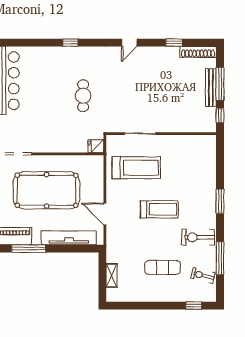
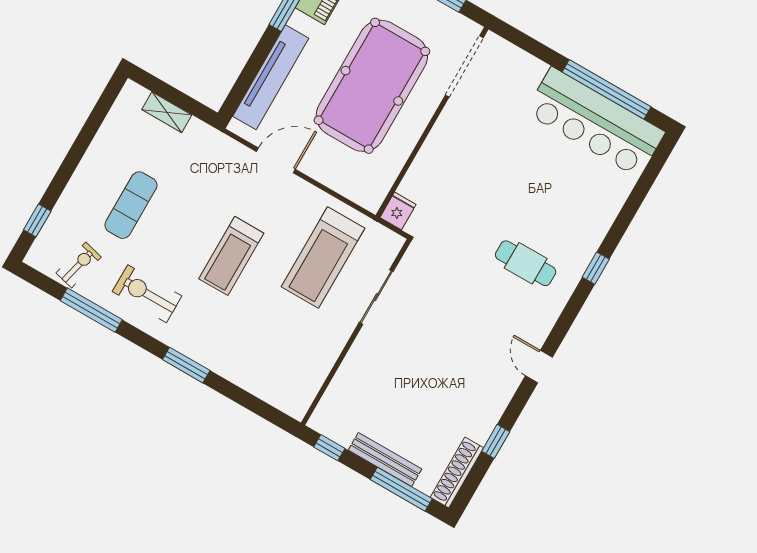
window: (220, 84) -> (401, 489), moved
cafe table: (83, 96) -> (526, 263), moved
exercise bike: (198, 237) -> (147, 294), turned -90

